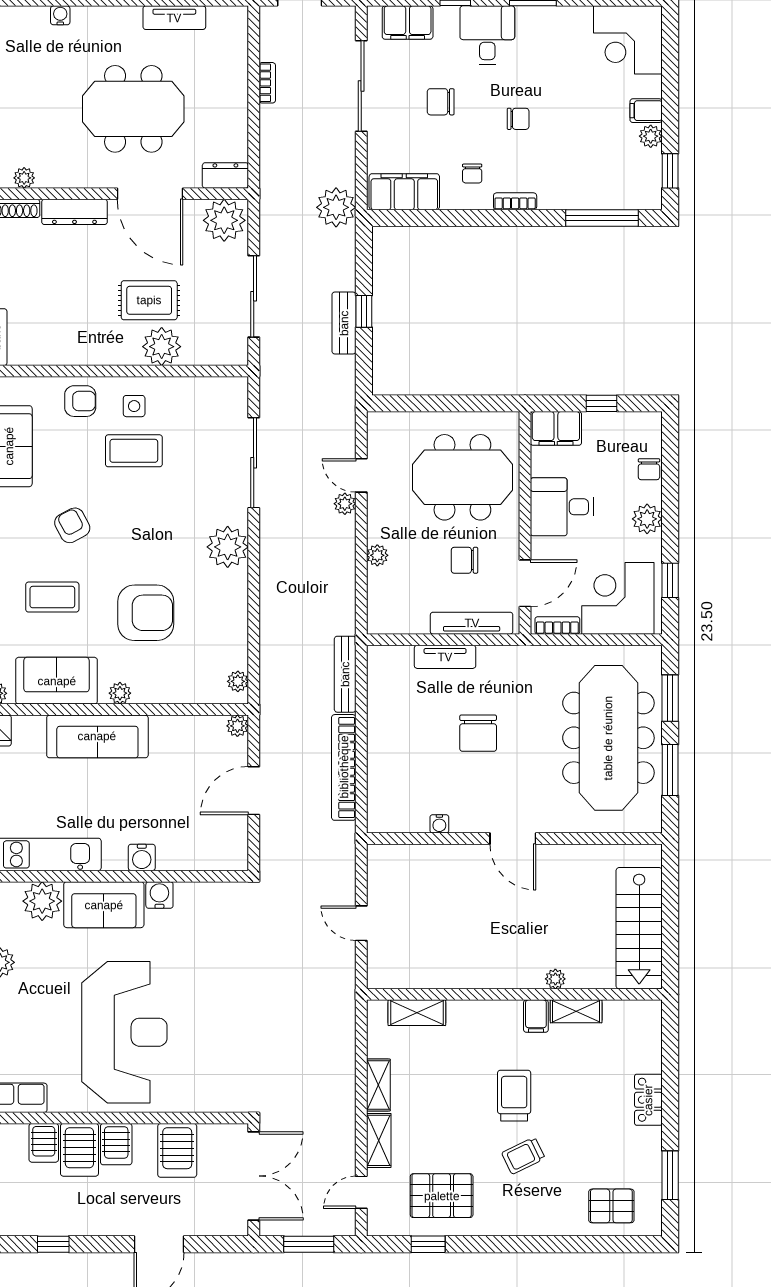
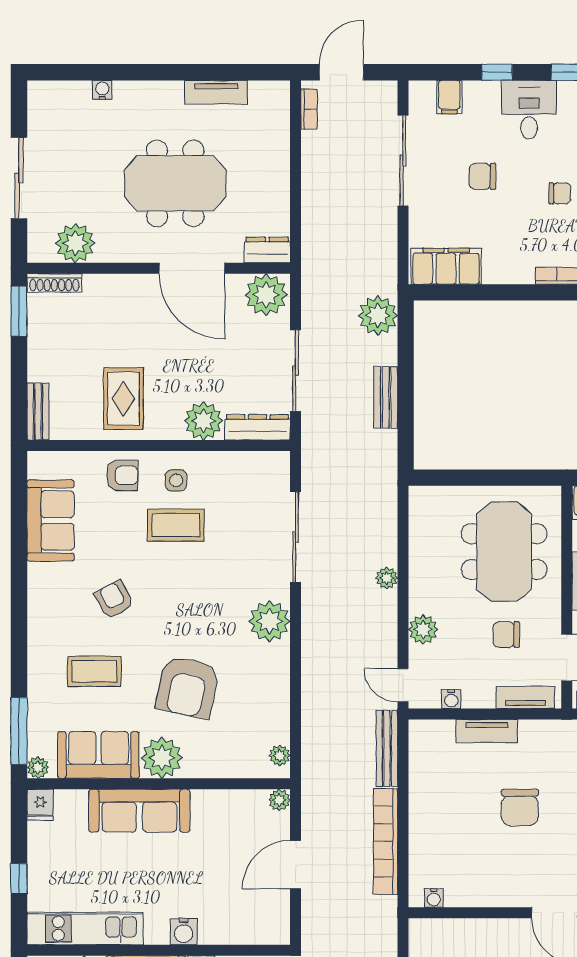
filing cabinet: (408, 23) -> (449, 97), width x0.50
bookcase: (267, 83) -> (309, 109), moved
chair: (472, 174) -> (514, 248), removed
plant: (24, 178) -> (75, 243), width x1.88, depth x1.88
plant: (336, 207) -> (378, 316), moved
dresser: (74, 212) -> (258, 427), moved, turned 180
rug: (149, 300) -> (124, 399), moved, turned 90
window: (364, 311) -> (406, 386), removed
door: (361, 475) -> (403, 685), moved
meeting table: (462, 477) -> (504, 552), turned 90
plant: (377, 555) -> (423, 630), width x1.38, depth x1.38
armchair: (146, 613) -> (188, 687), turned 102
tv unit: (472, 623) -> (525, 697), width x0.71
water cooler: (409, 625) -> (451, 699), added
plant: (120, 693) -> (162, 758), width x1.87, depth x1.87
water cooler: (439, 824) -> (434, 898), moved

